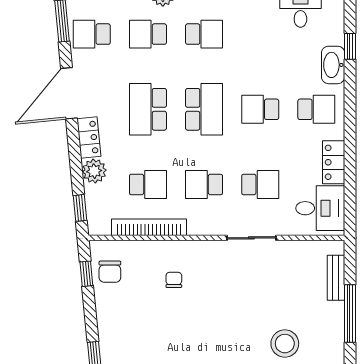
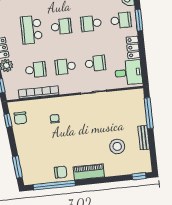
school desk: (204, 109) -> (61, 27), width x0.54
window: (350, 113) -> (139, 20), added
bench: (336, 278) -> (144, 138), moved
window: (350, 313) -> (149, 113), moved

